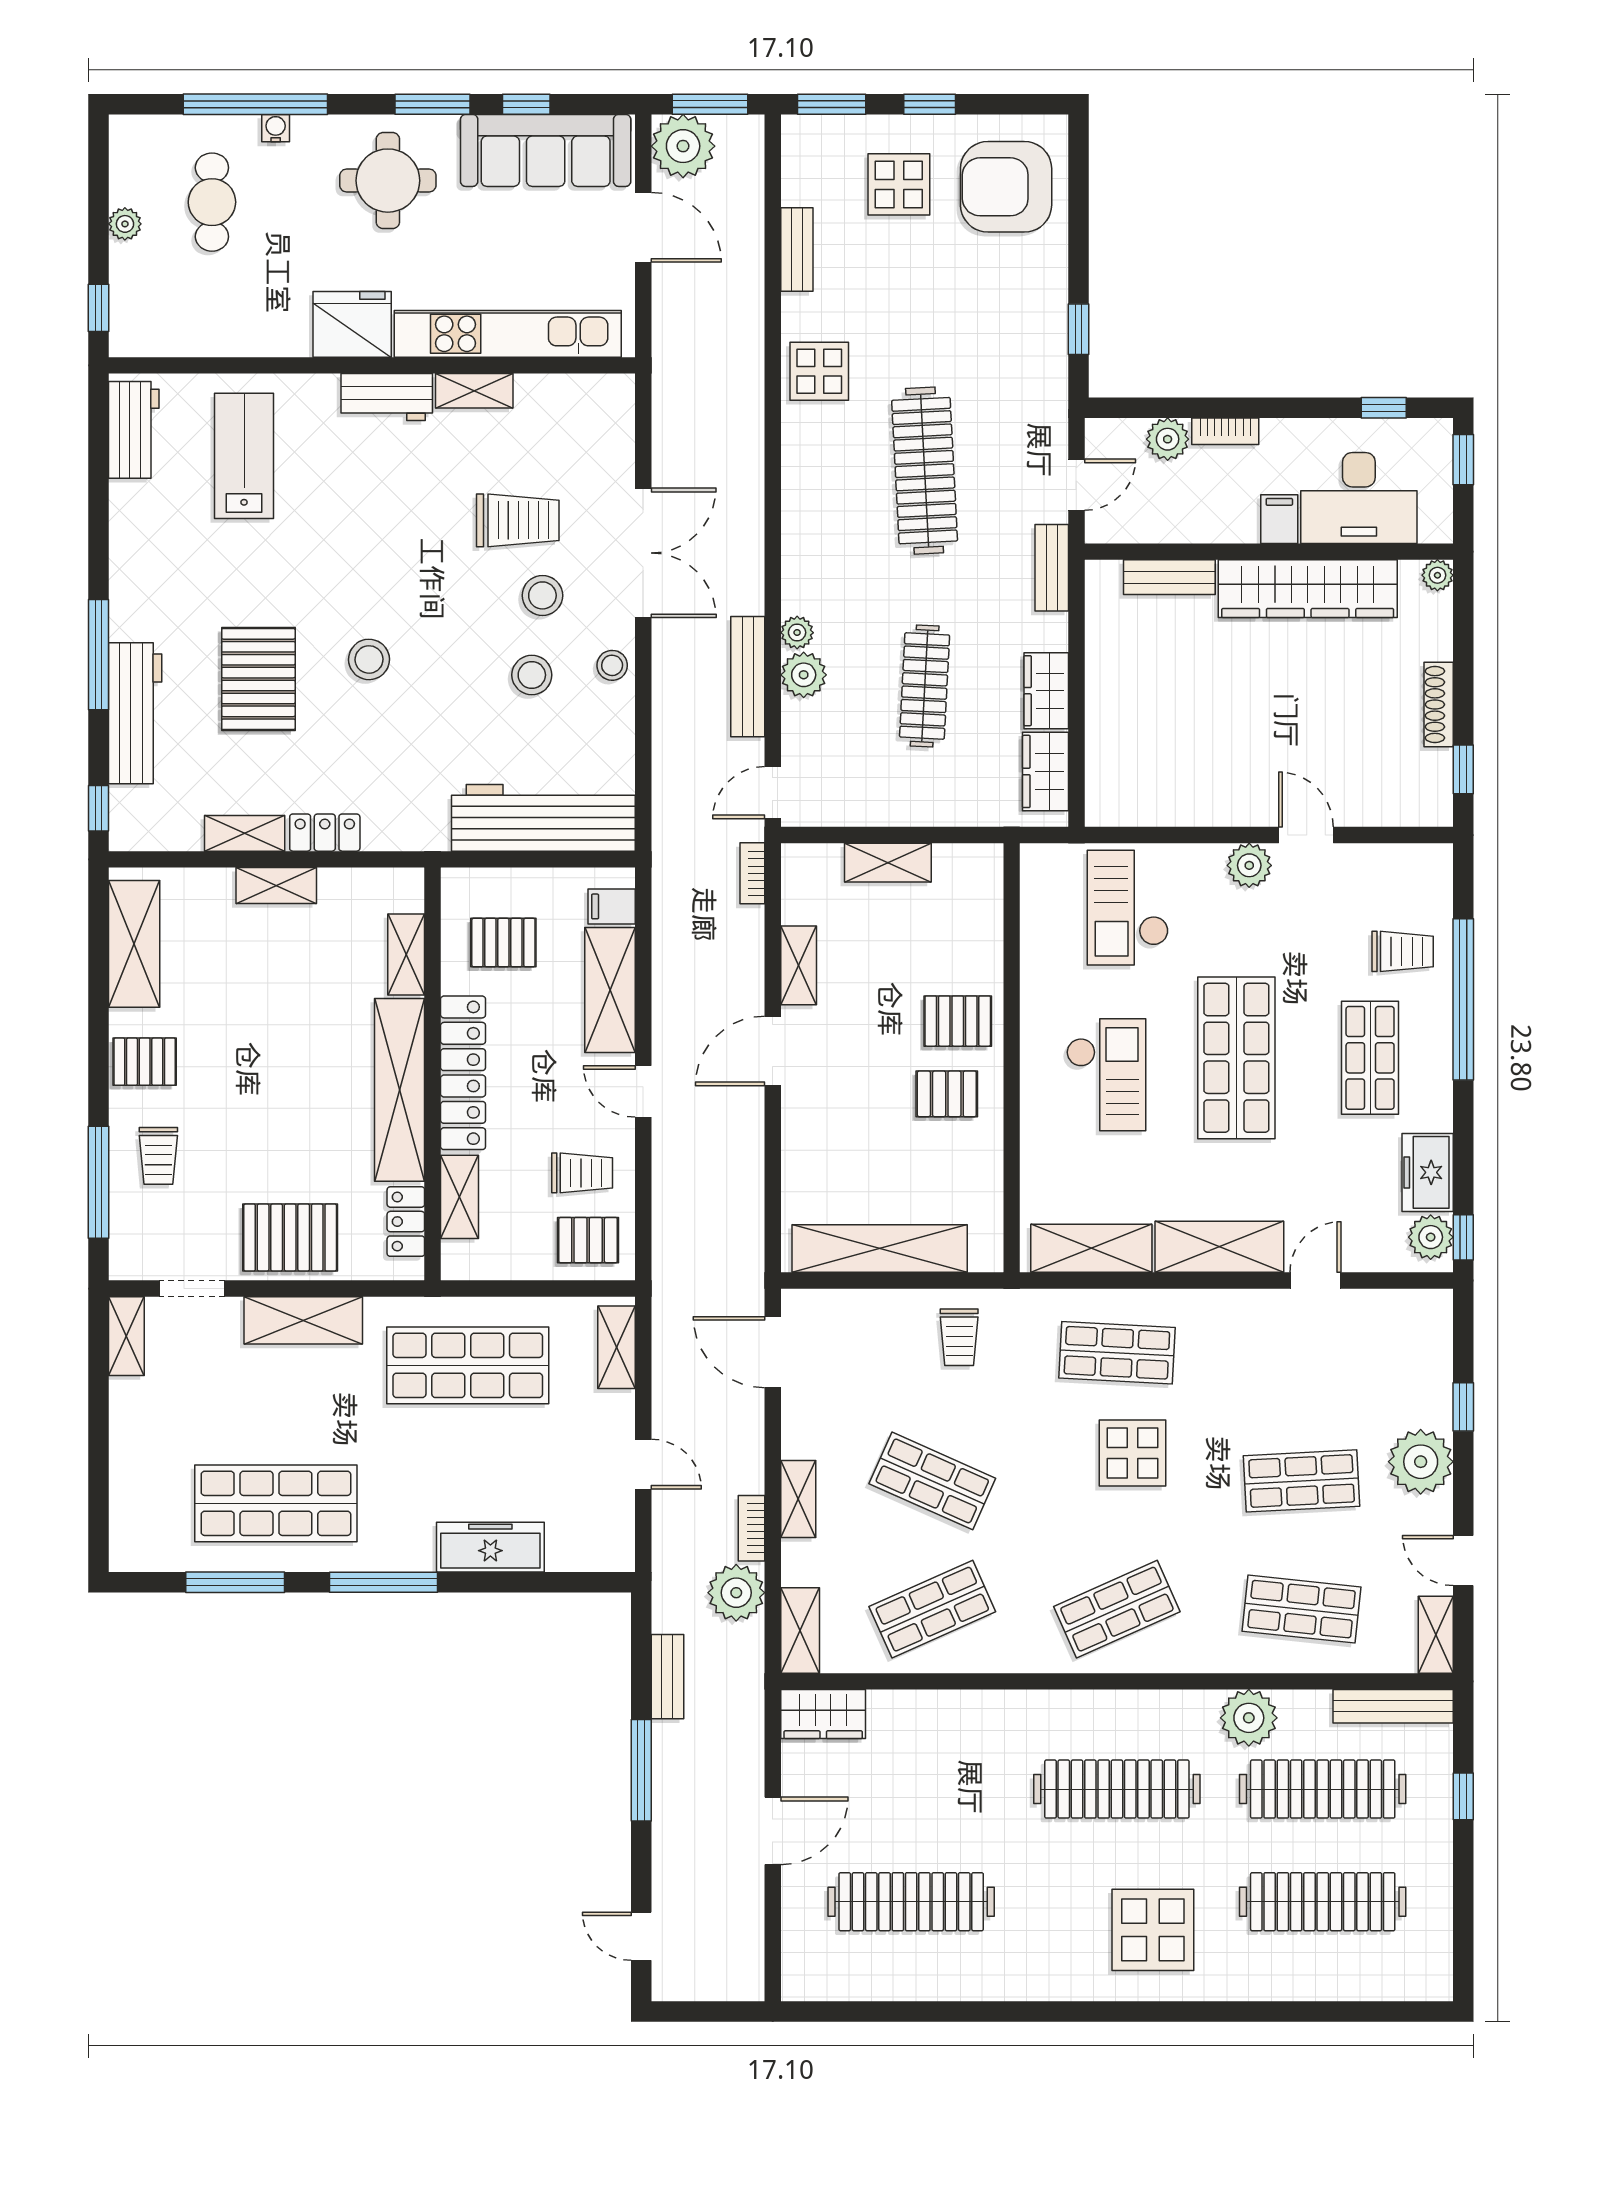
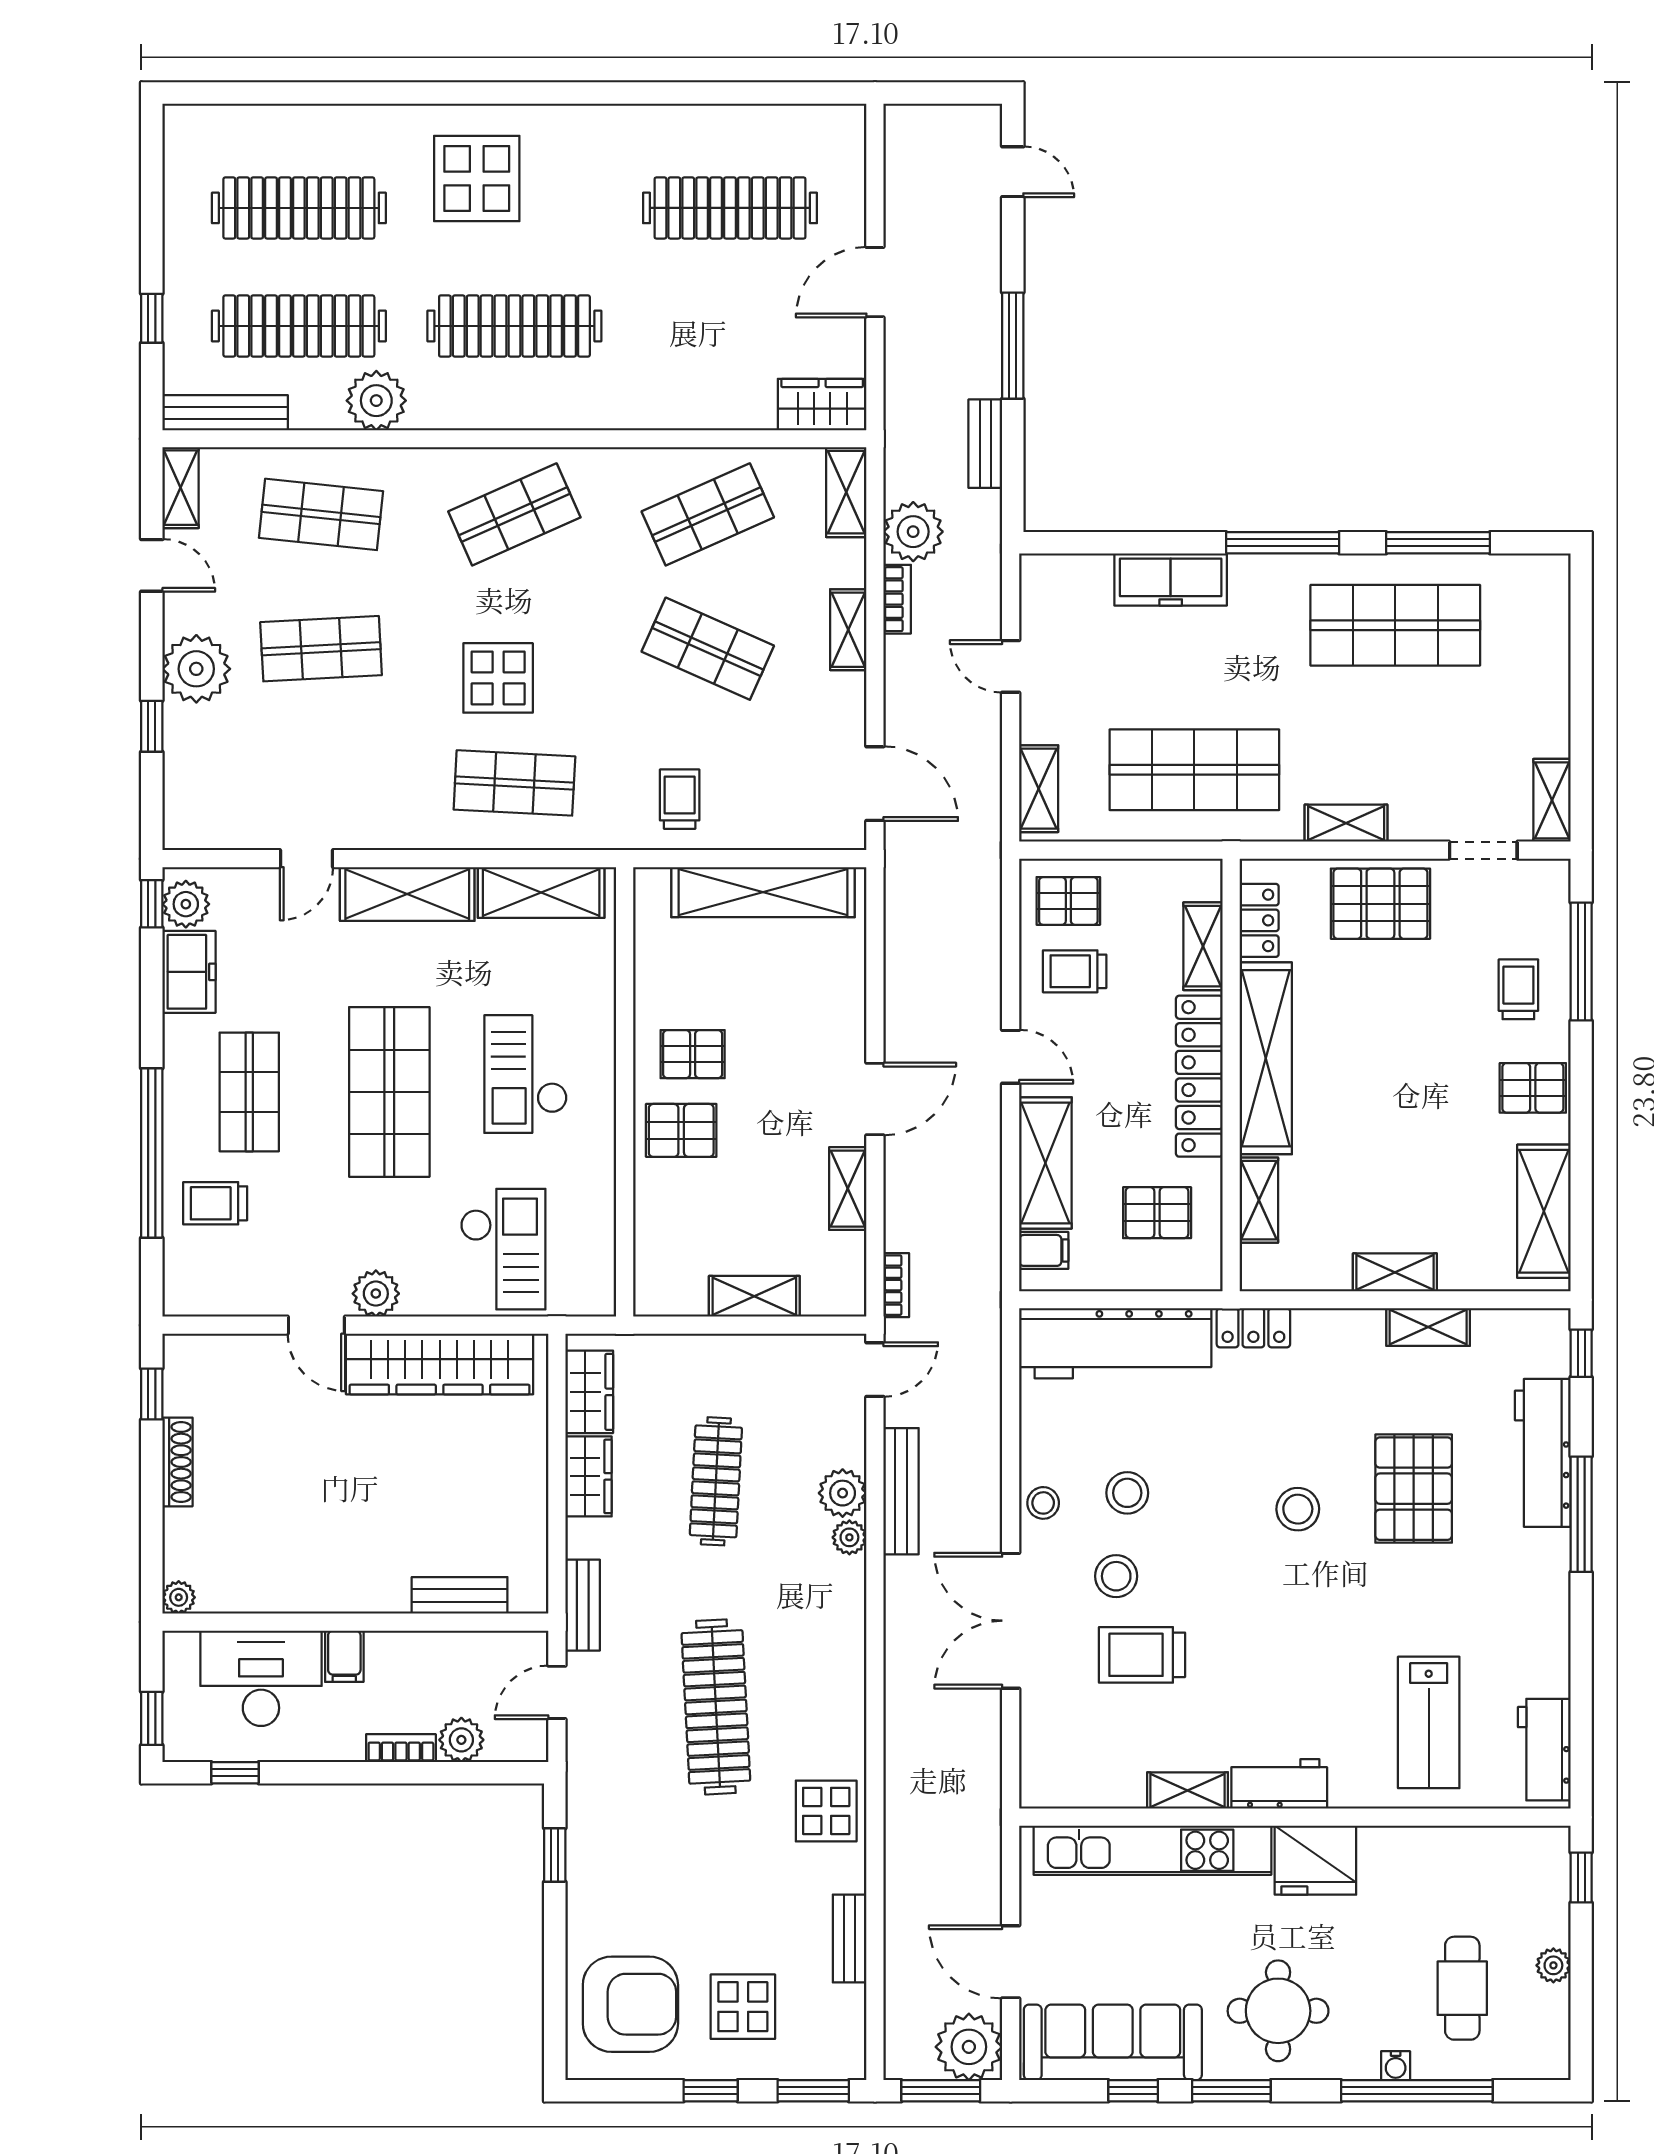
wardrobe: (1308, 589) -> (440, 1364), moved, turned 180
locker: (325, 833) -> (1253, 1328), moved
shelving: (303, 1320) -> (1346, 823), width x0.67, depth x0.75

